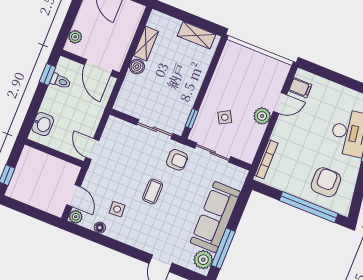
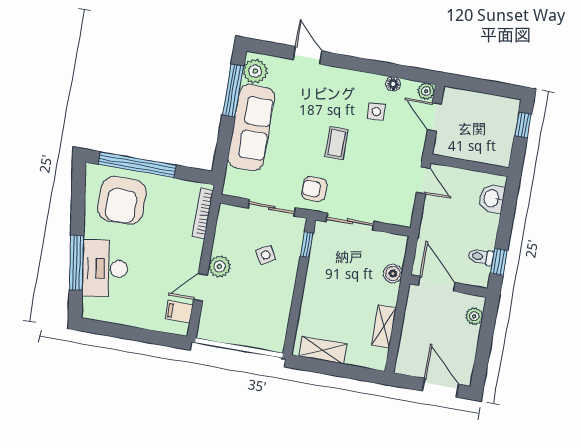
boiler: (137, 66) -> (393, 274), moved
armchair: (326, 182) -> (122, 200), width x1.36, depth x1.36

